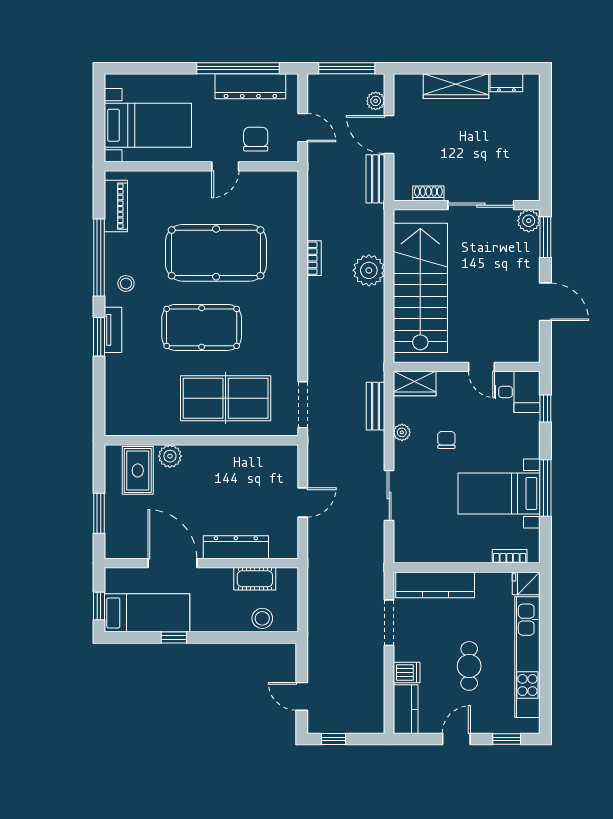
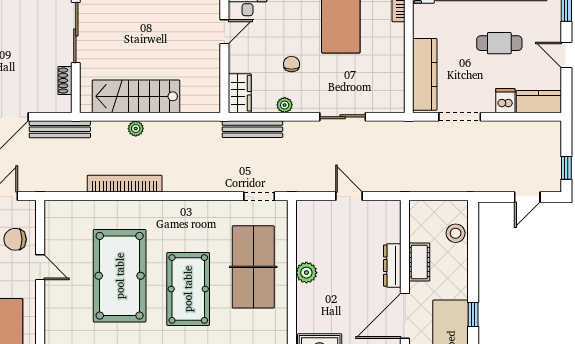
bench: (375, 179) -> (60, 129), width x1.36
bookcase: (314, 258) -> (125, 184), width x2.31, depth x1.31
plant: (369, 270) -> (136, 129), width x0.53, depth x0.53
stairs: (420, 288) -> (136, 96), width x0.73, depth x0.66
doorway: (303, 405) -> (259, 196), width x0.73
bench: (376, 406) -> (252, 129), width x1.36
chair: (446, 440) -> (292, 64), turned 90
plant: (170, 456) -> (306, 273), moved
dresser: (236, 547) -> (392, 266), width x0.73, depth x0.80
cot: (255, 579) -> (419, 262), moved

